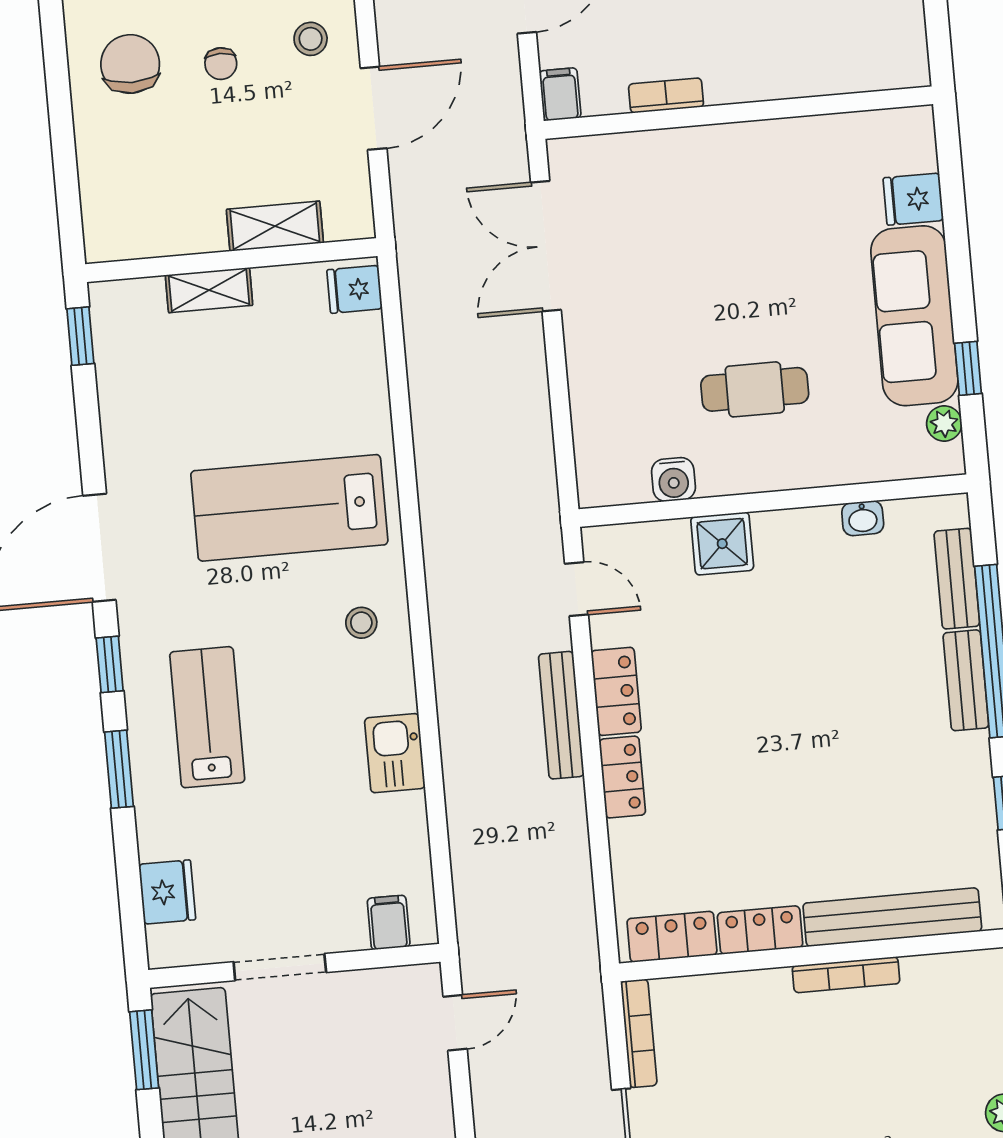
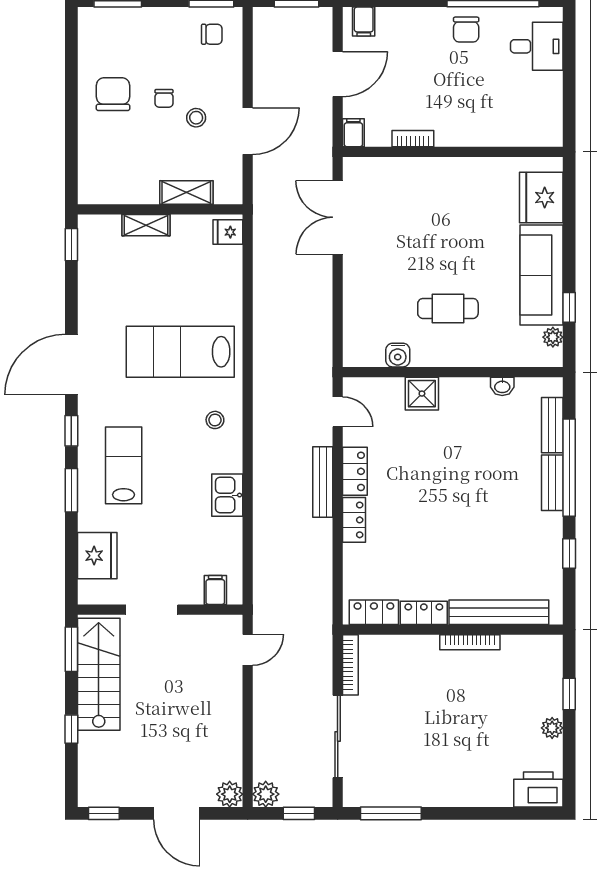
stool: (311, 39) -> (196, 118), moved
fridge: (913, 199) -> (541, 198), width x1.88, depth x1.34
fridge: (167, 892) -> (97, 556), width x1.36, depth x1.34

